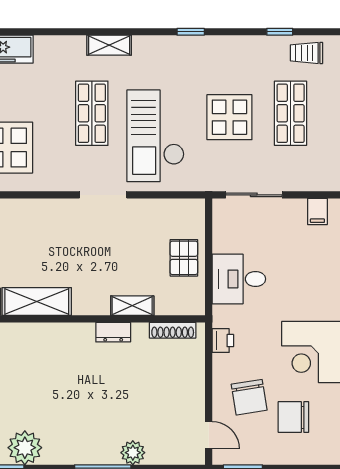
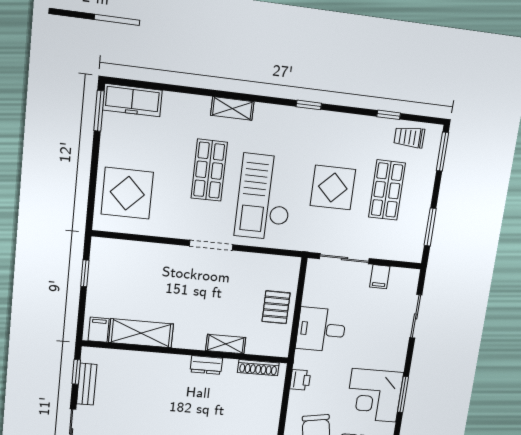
filing cabinet: (317, 211) -> (380, 277), moved

